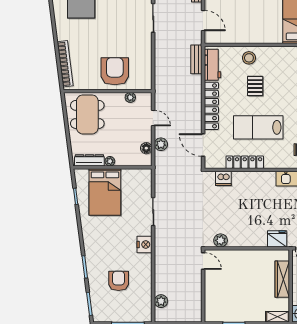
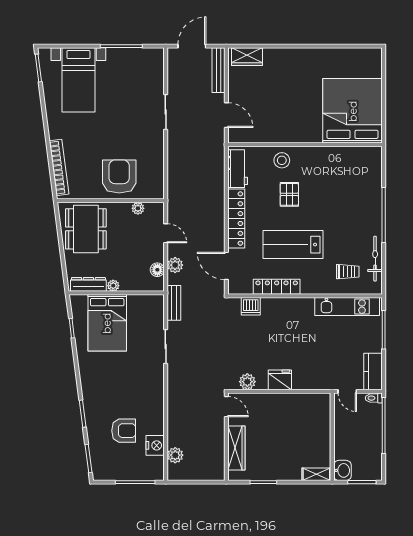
bench: (196, 59) -> (174, 303), moved
fridge: (277, 239) -> (280, 380), moved
nightstand: (145, 245) -> (155, 445), moved
wardrobe: (282, 279) -> (236, 448), moved, turned 180
armchair: (119, 281) -> (124, 431), turned 90

